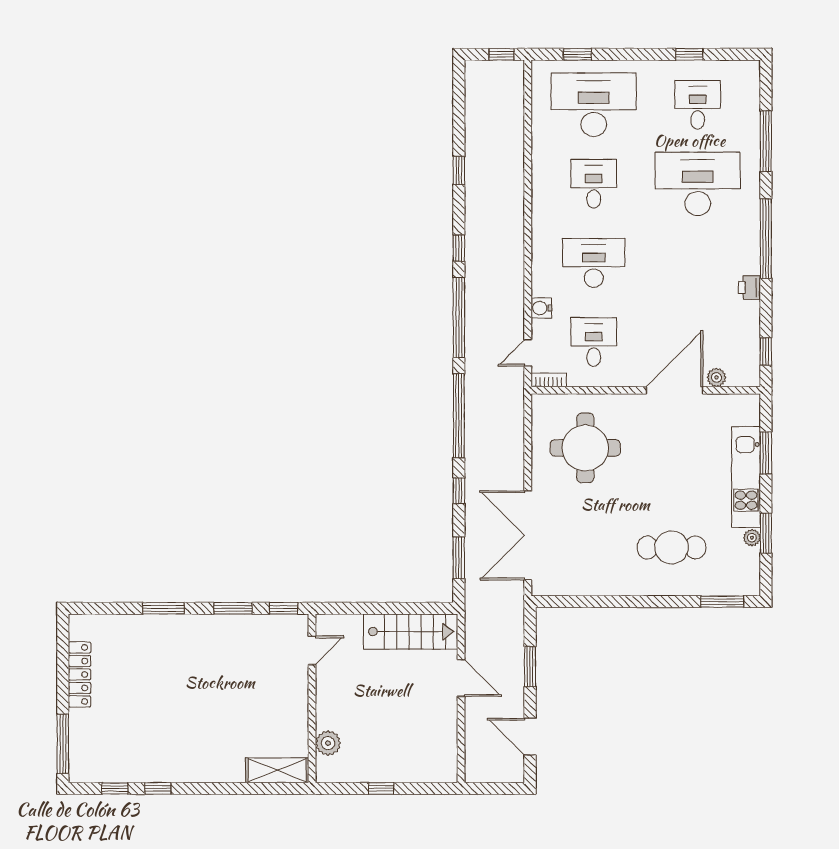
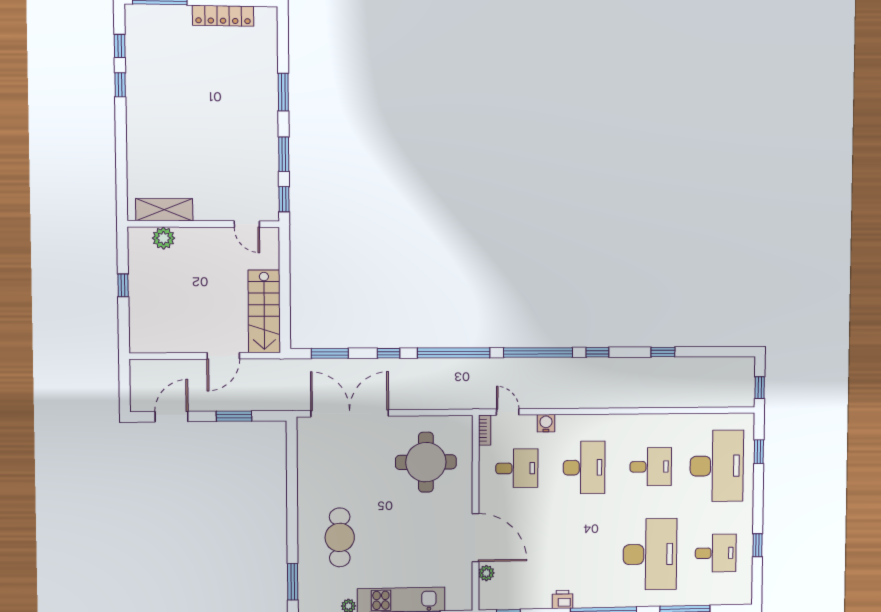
shelving: (277, 770) -> (164, 210), moved, turned 90

